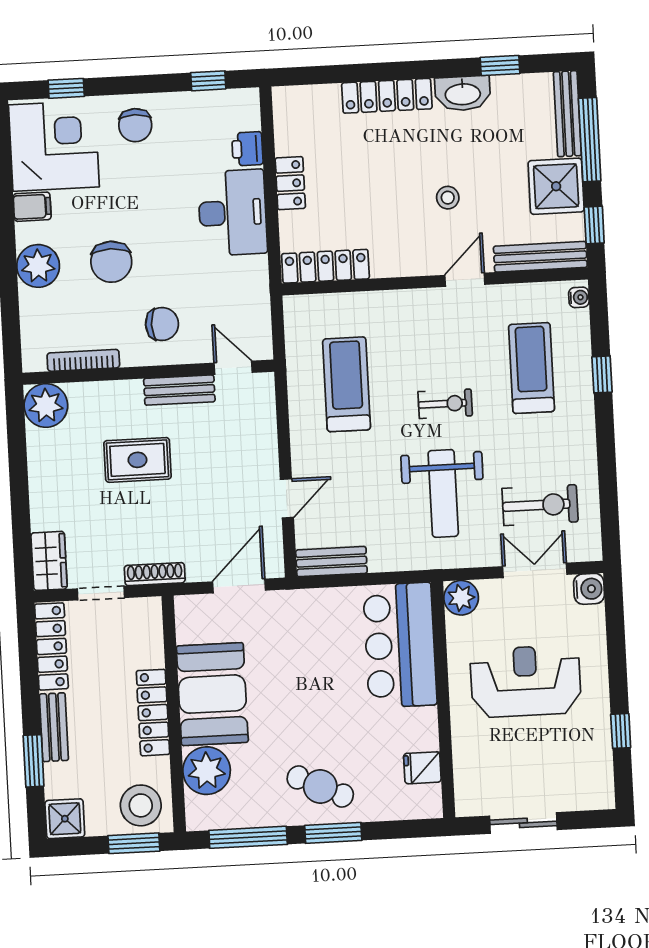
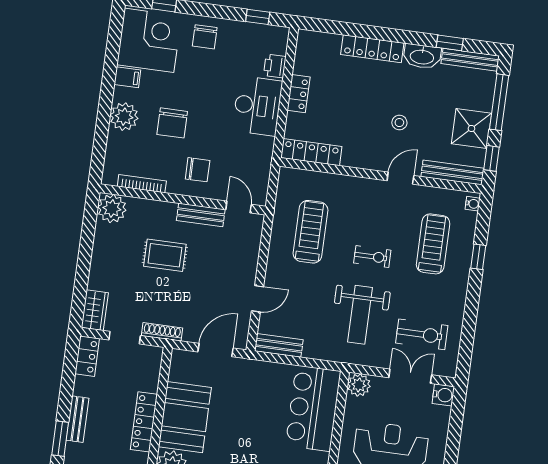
bench: (567, 114) -> (470, 60), moved, turned 90
locker: (51, 646) -> (87, 356), width x0.66

